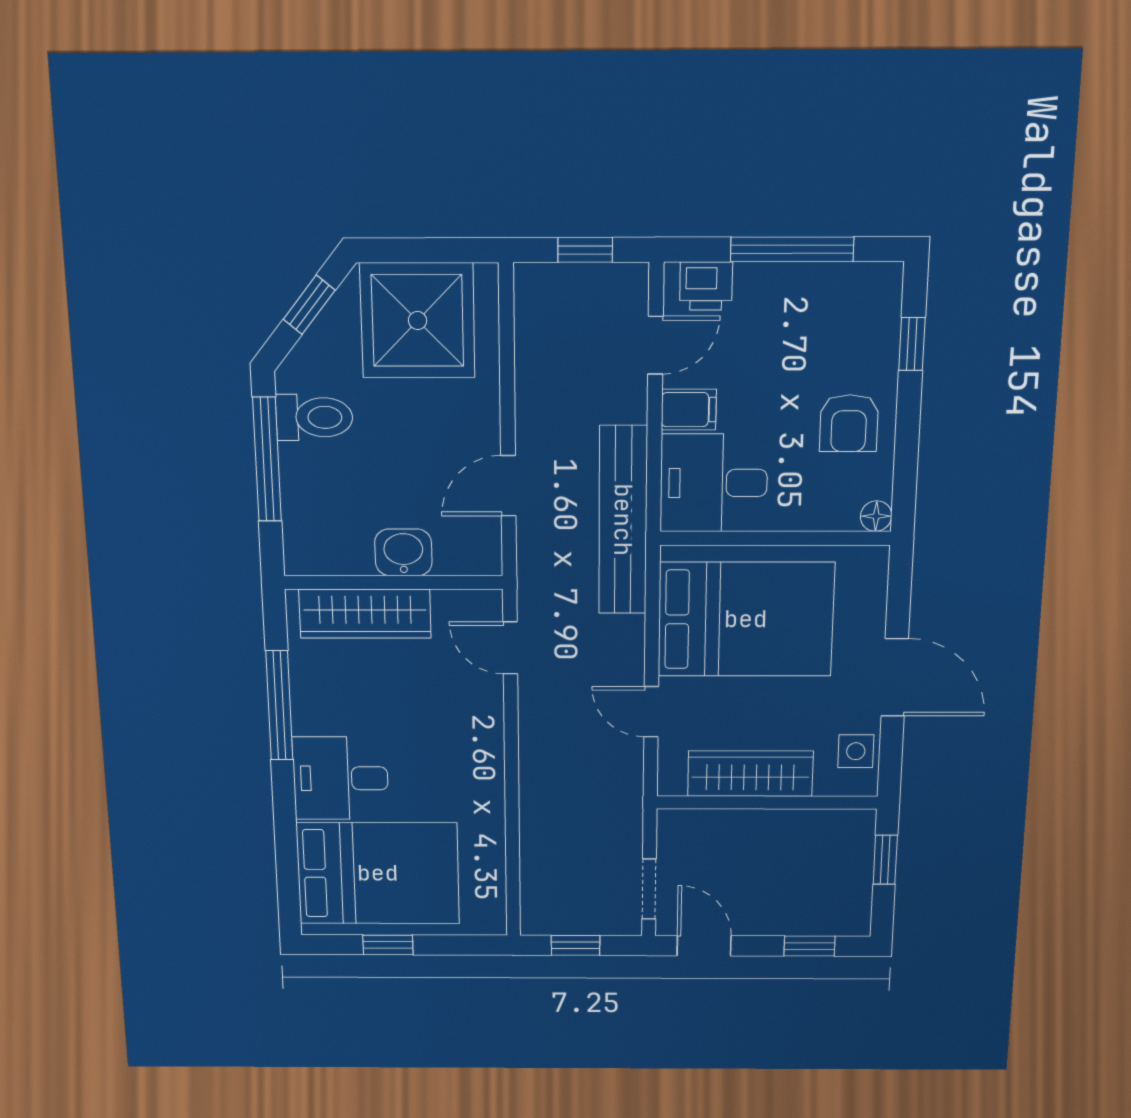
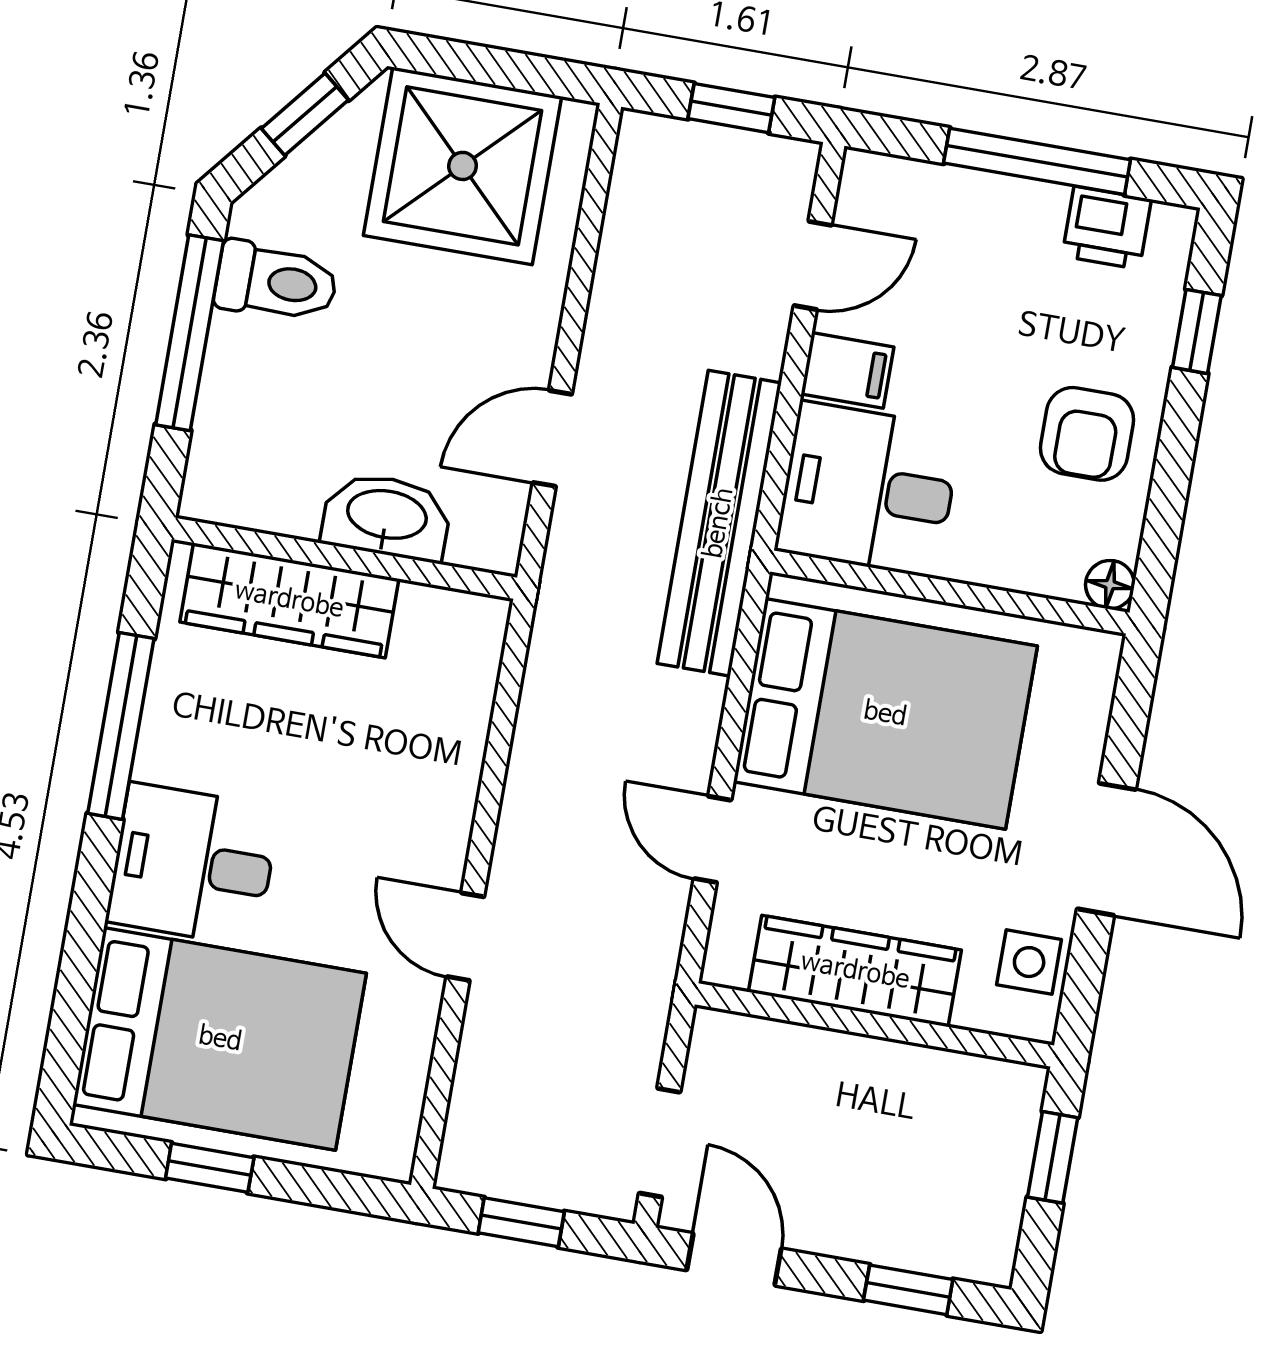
printer: (706, 286) -> (1107, 228), moved
washbasin: (403, 552) -> (387, 517), width x1.38
door: (510, 648) -> (465, 937), moved

